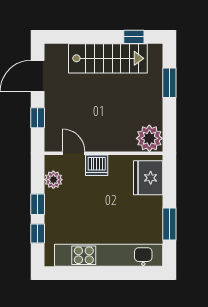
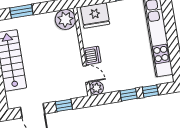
door: (74, 153) -> (86, 74), swing flipped
plant: (53, 180) -> (96, 88), moved

